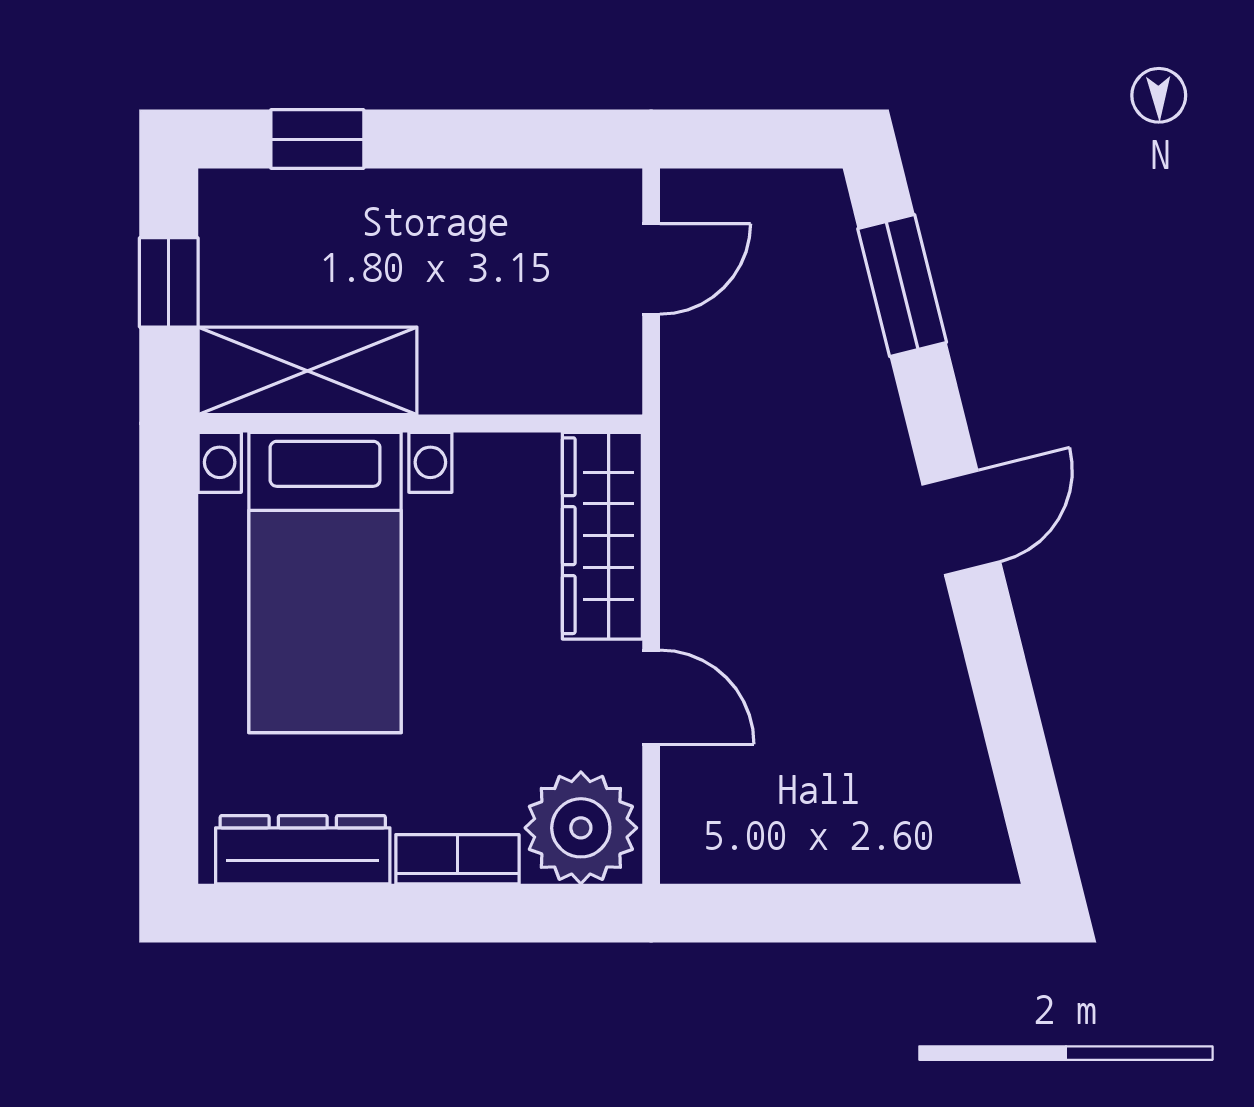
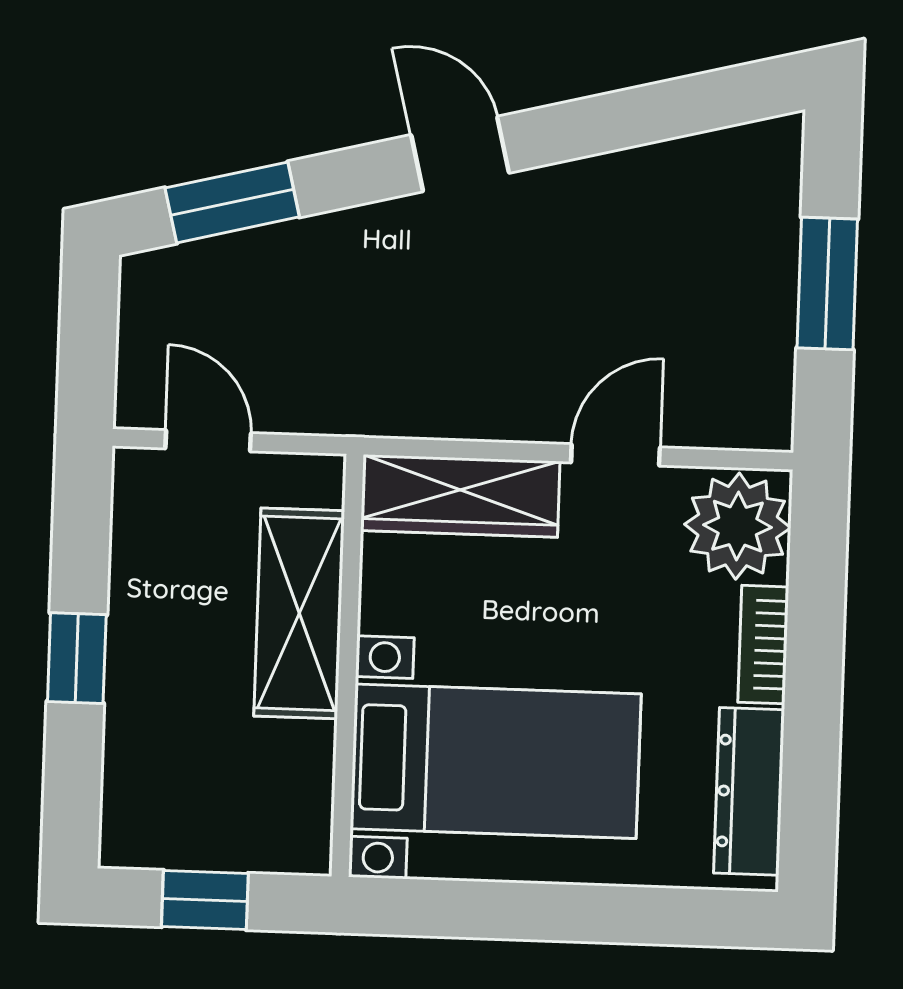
window: (317, 139) -> (77, 658), moved
shelving: (308, 371) -> (299, 613), moved
window: (839, 913) -> (827, 284), added

